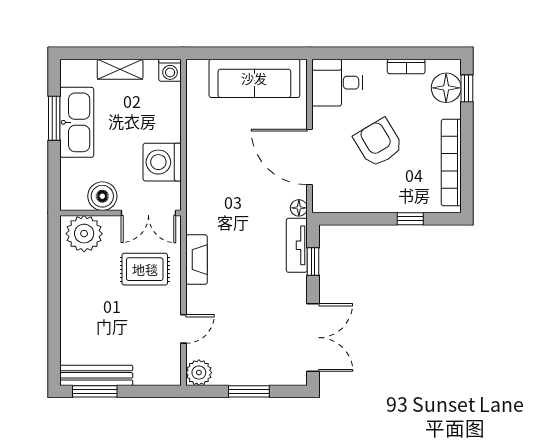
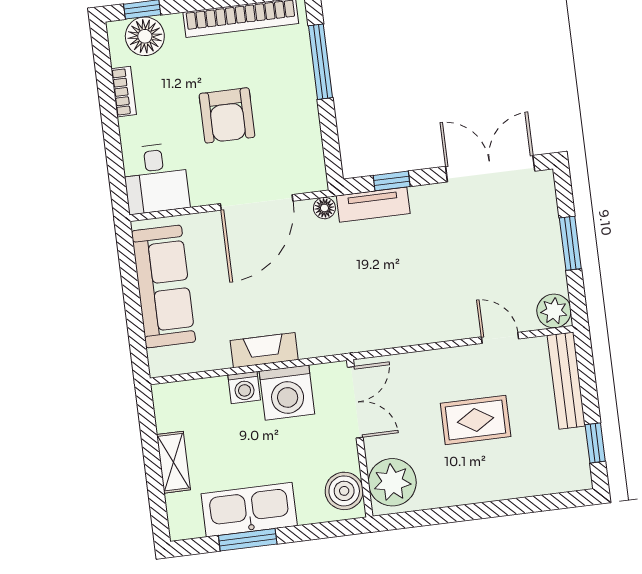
washing machine: (170, 70) -> (244, 388), moved, turned 90
armchair: (378, 143) -> (227, 115), turned -59
boiler: (102, 196) -> (344, 491), moved
window: (410, 219) -> (320, 62), width x2.17
fireplace: (197, 260) -> (264, 350), moved
rug: (145, 269) -> (476, 420), moved, turned 90
bench: (96, 375) -> (566, 381), moved
window: (95, 391) -> (595, 443), width x0.67

